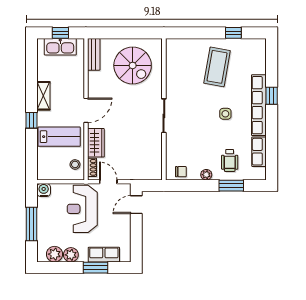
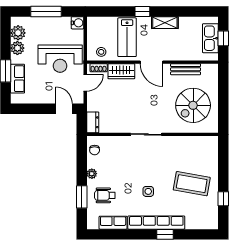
bench: (94, 54) -> (186, 69), moved
dresser: (151, 174) -> (93, 122), added
reception desk: (82, 209) -> (60, 59), turned 180

